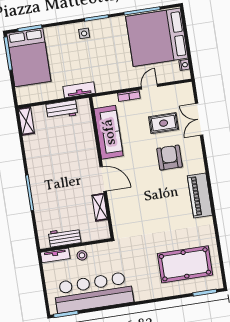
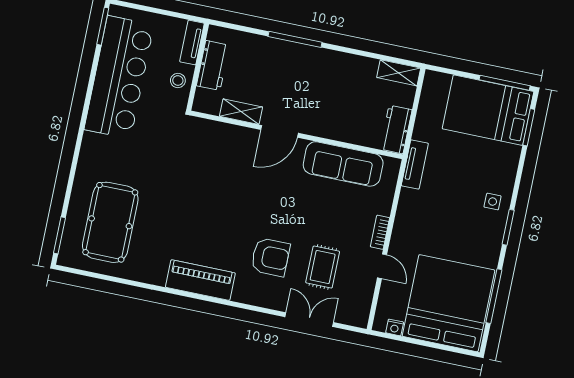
sofa: (109, 132) -> (343, 164), moved
wall: (101, 168) -> (297, 135), moved
door: (103, 179) -> (279, 131), moved
shelving: (100, 207) -> (241, 112), moved

